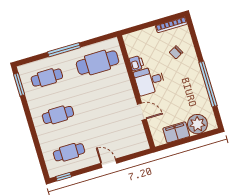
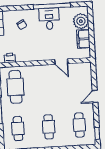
printer: (137, 63) -> (10, 58), moved
desk: (150, 81) -> (49, 19), moved, turned 180
door: (142, 112) -> (61, 62), swing flipped

